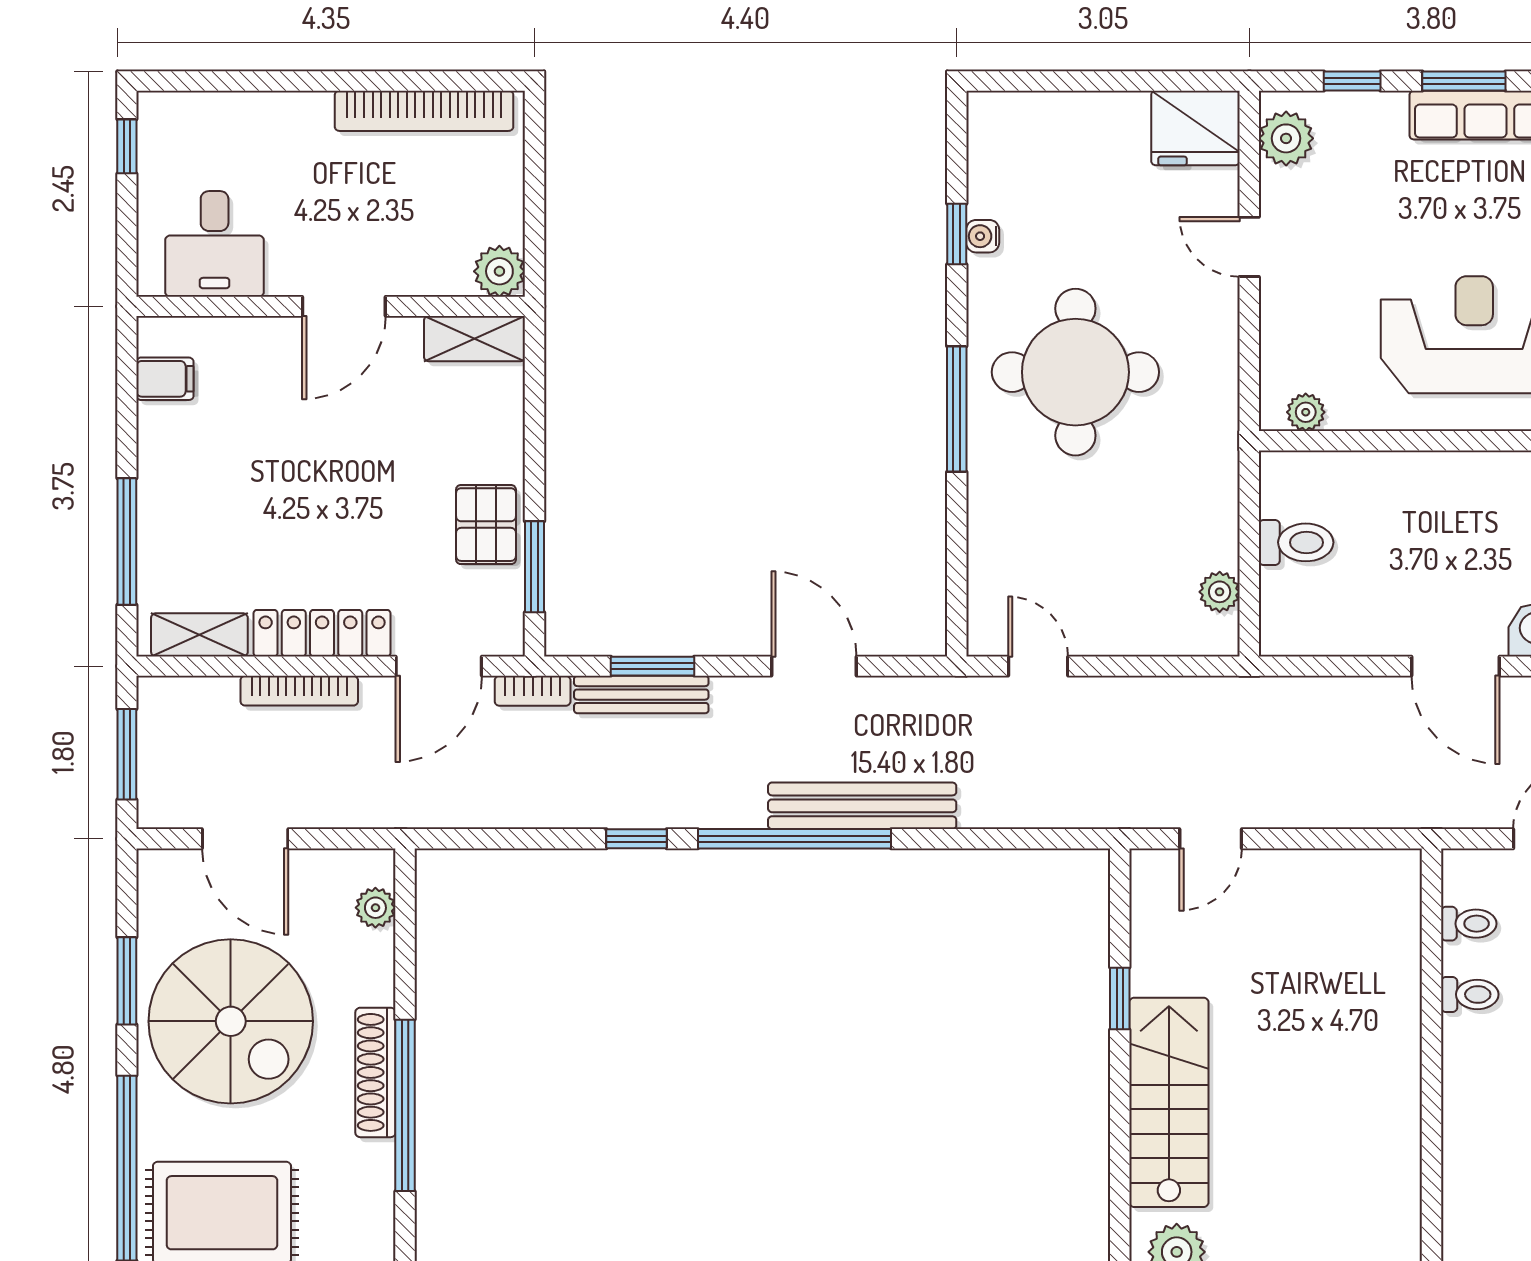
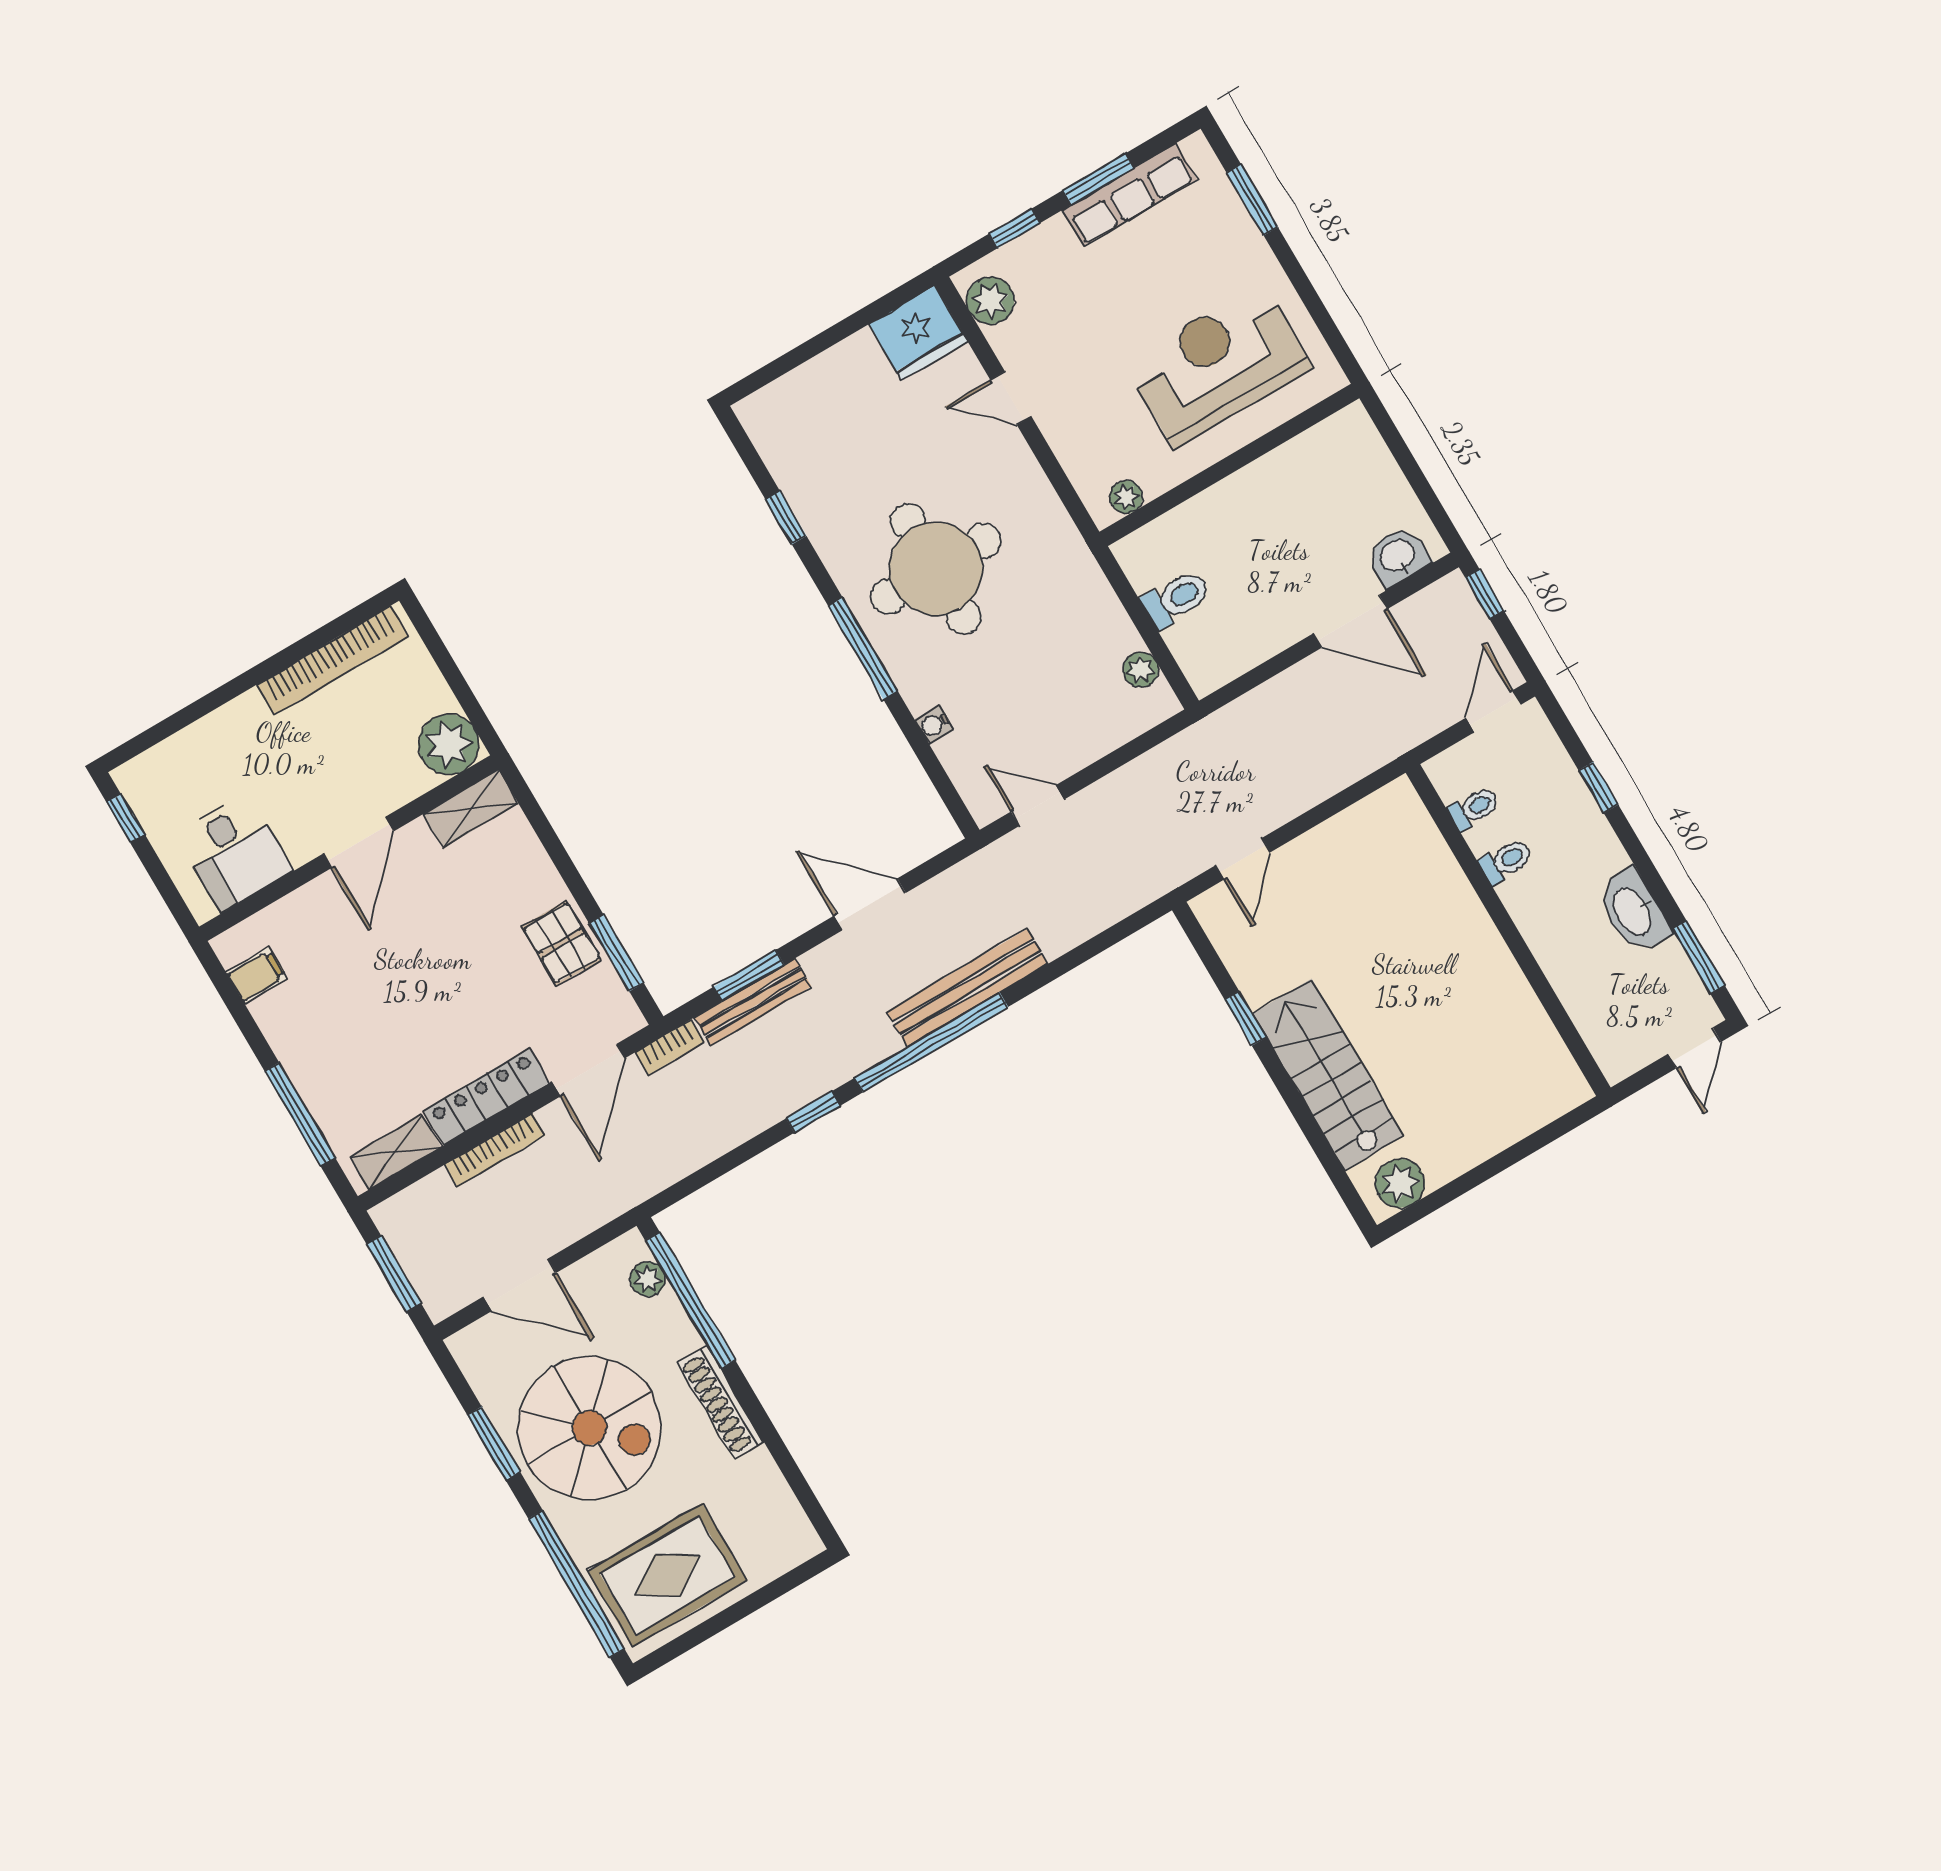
water cooler: (983, 236) -> (934, 724), moved
plant: (499, 271) -> (449, 744), width x1.36, depth x1.36
window: (405, 1105) -> (690, 1300), moved

